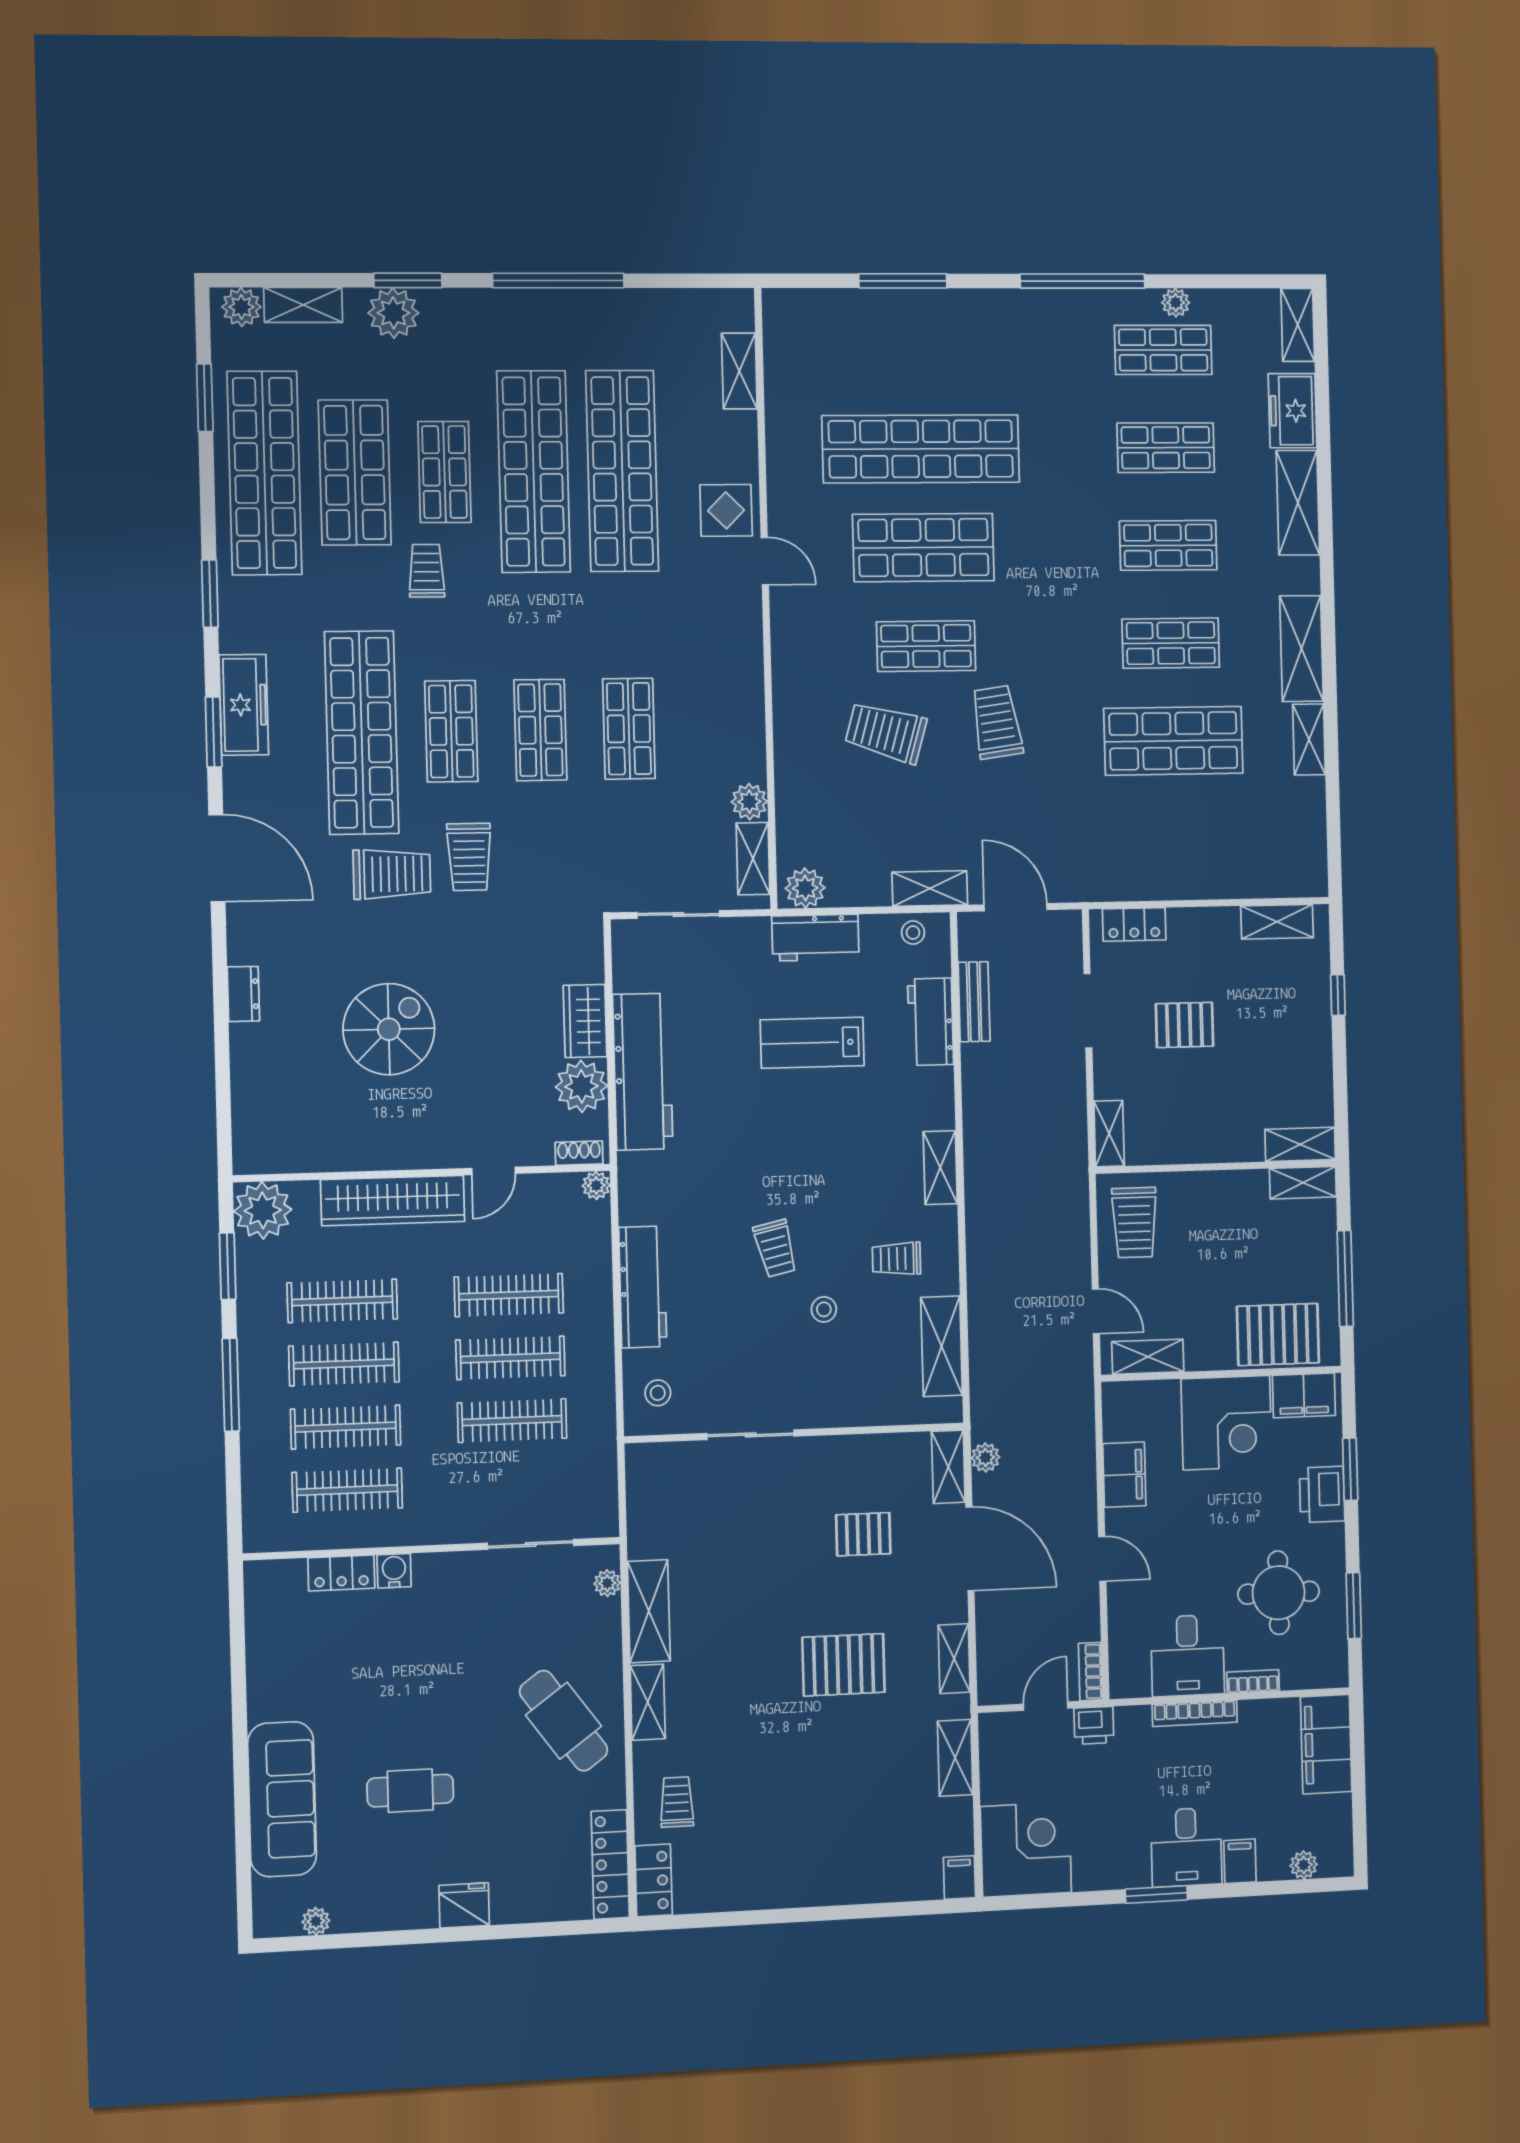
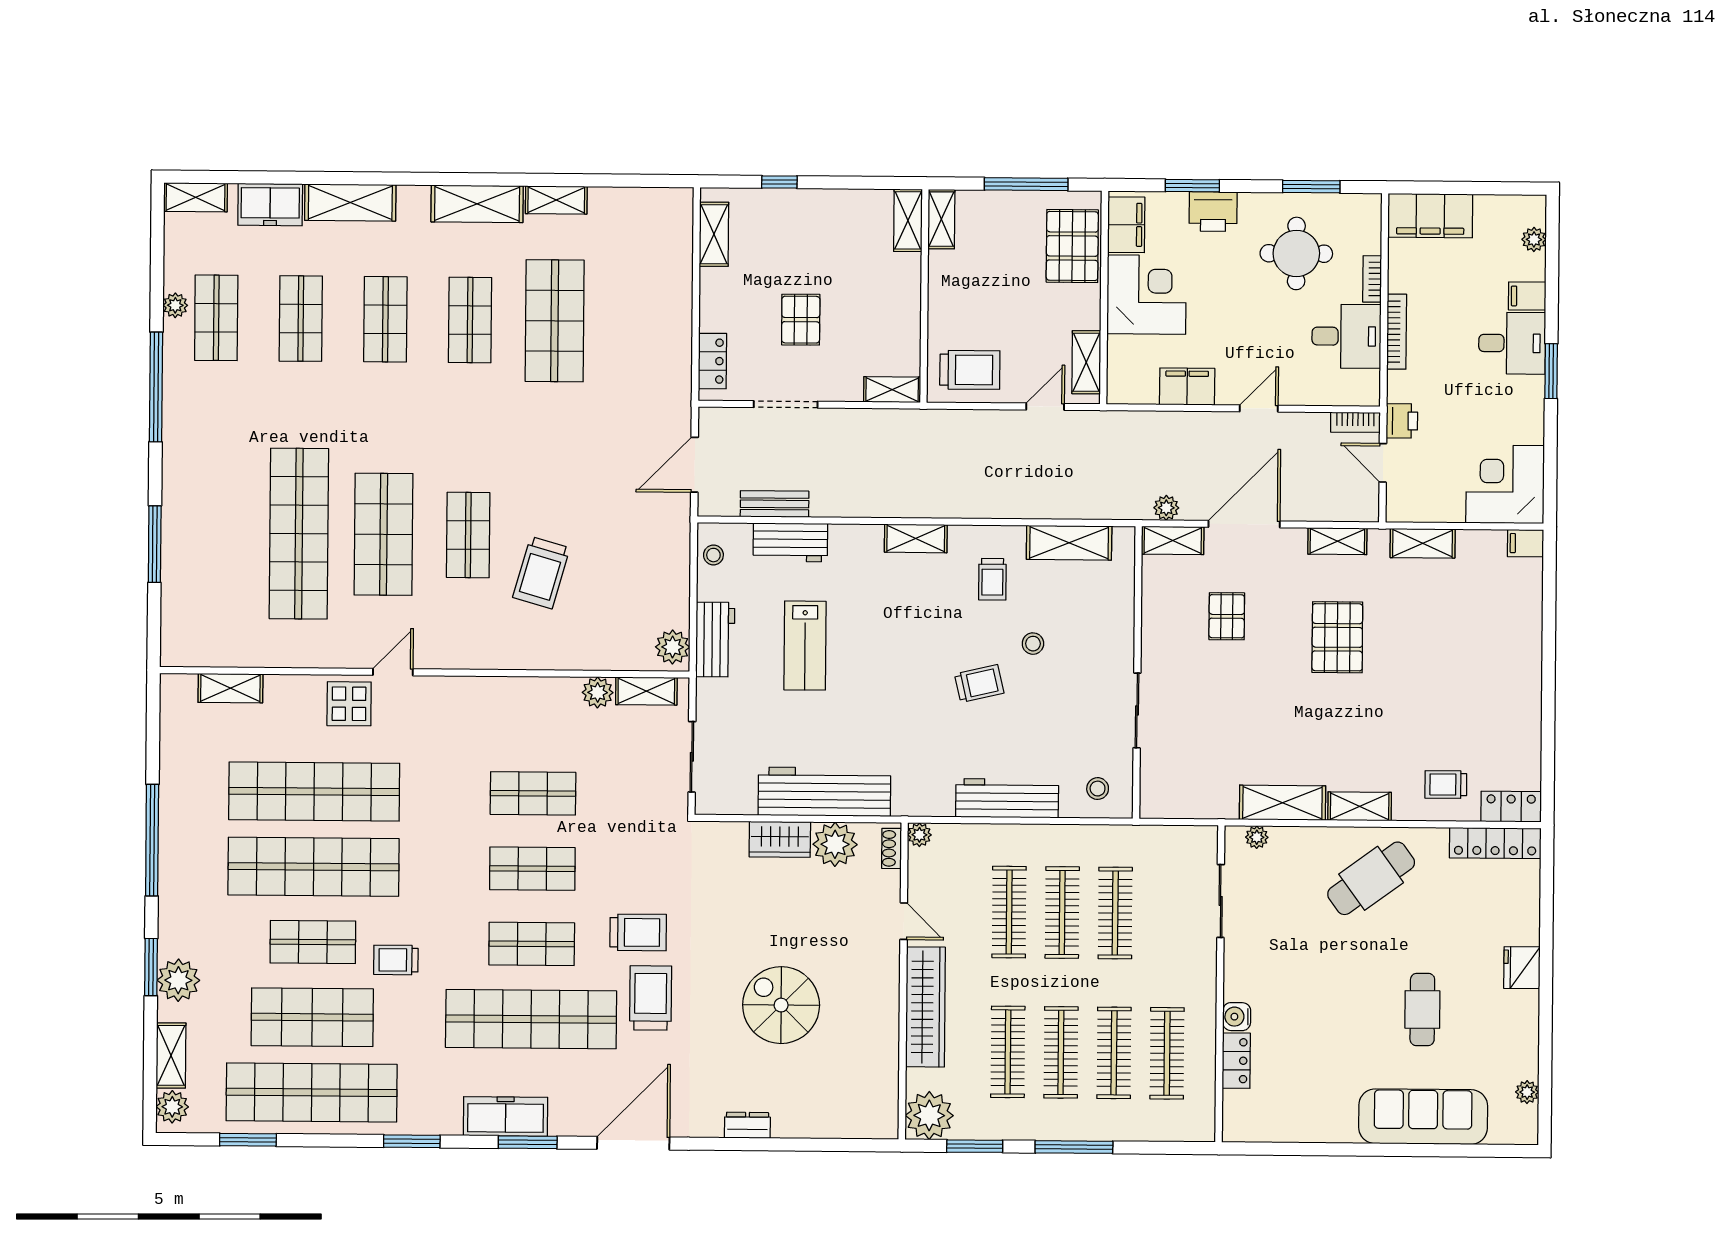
trolley: (997, 722) -> (535, 476), removed
shelving: (930, 888) -> (676, 539), removed

